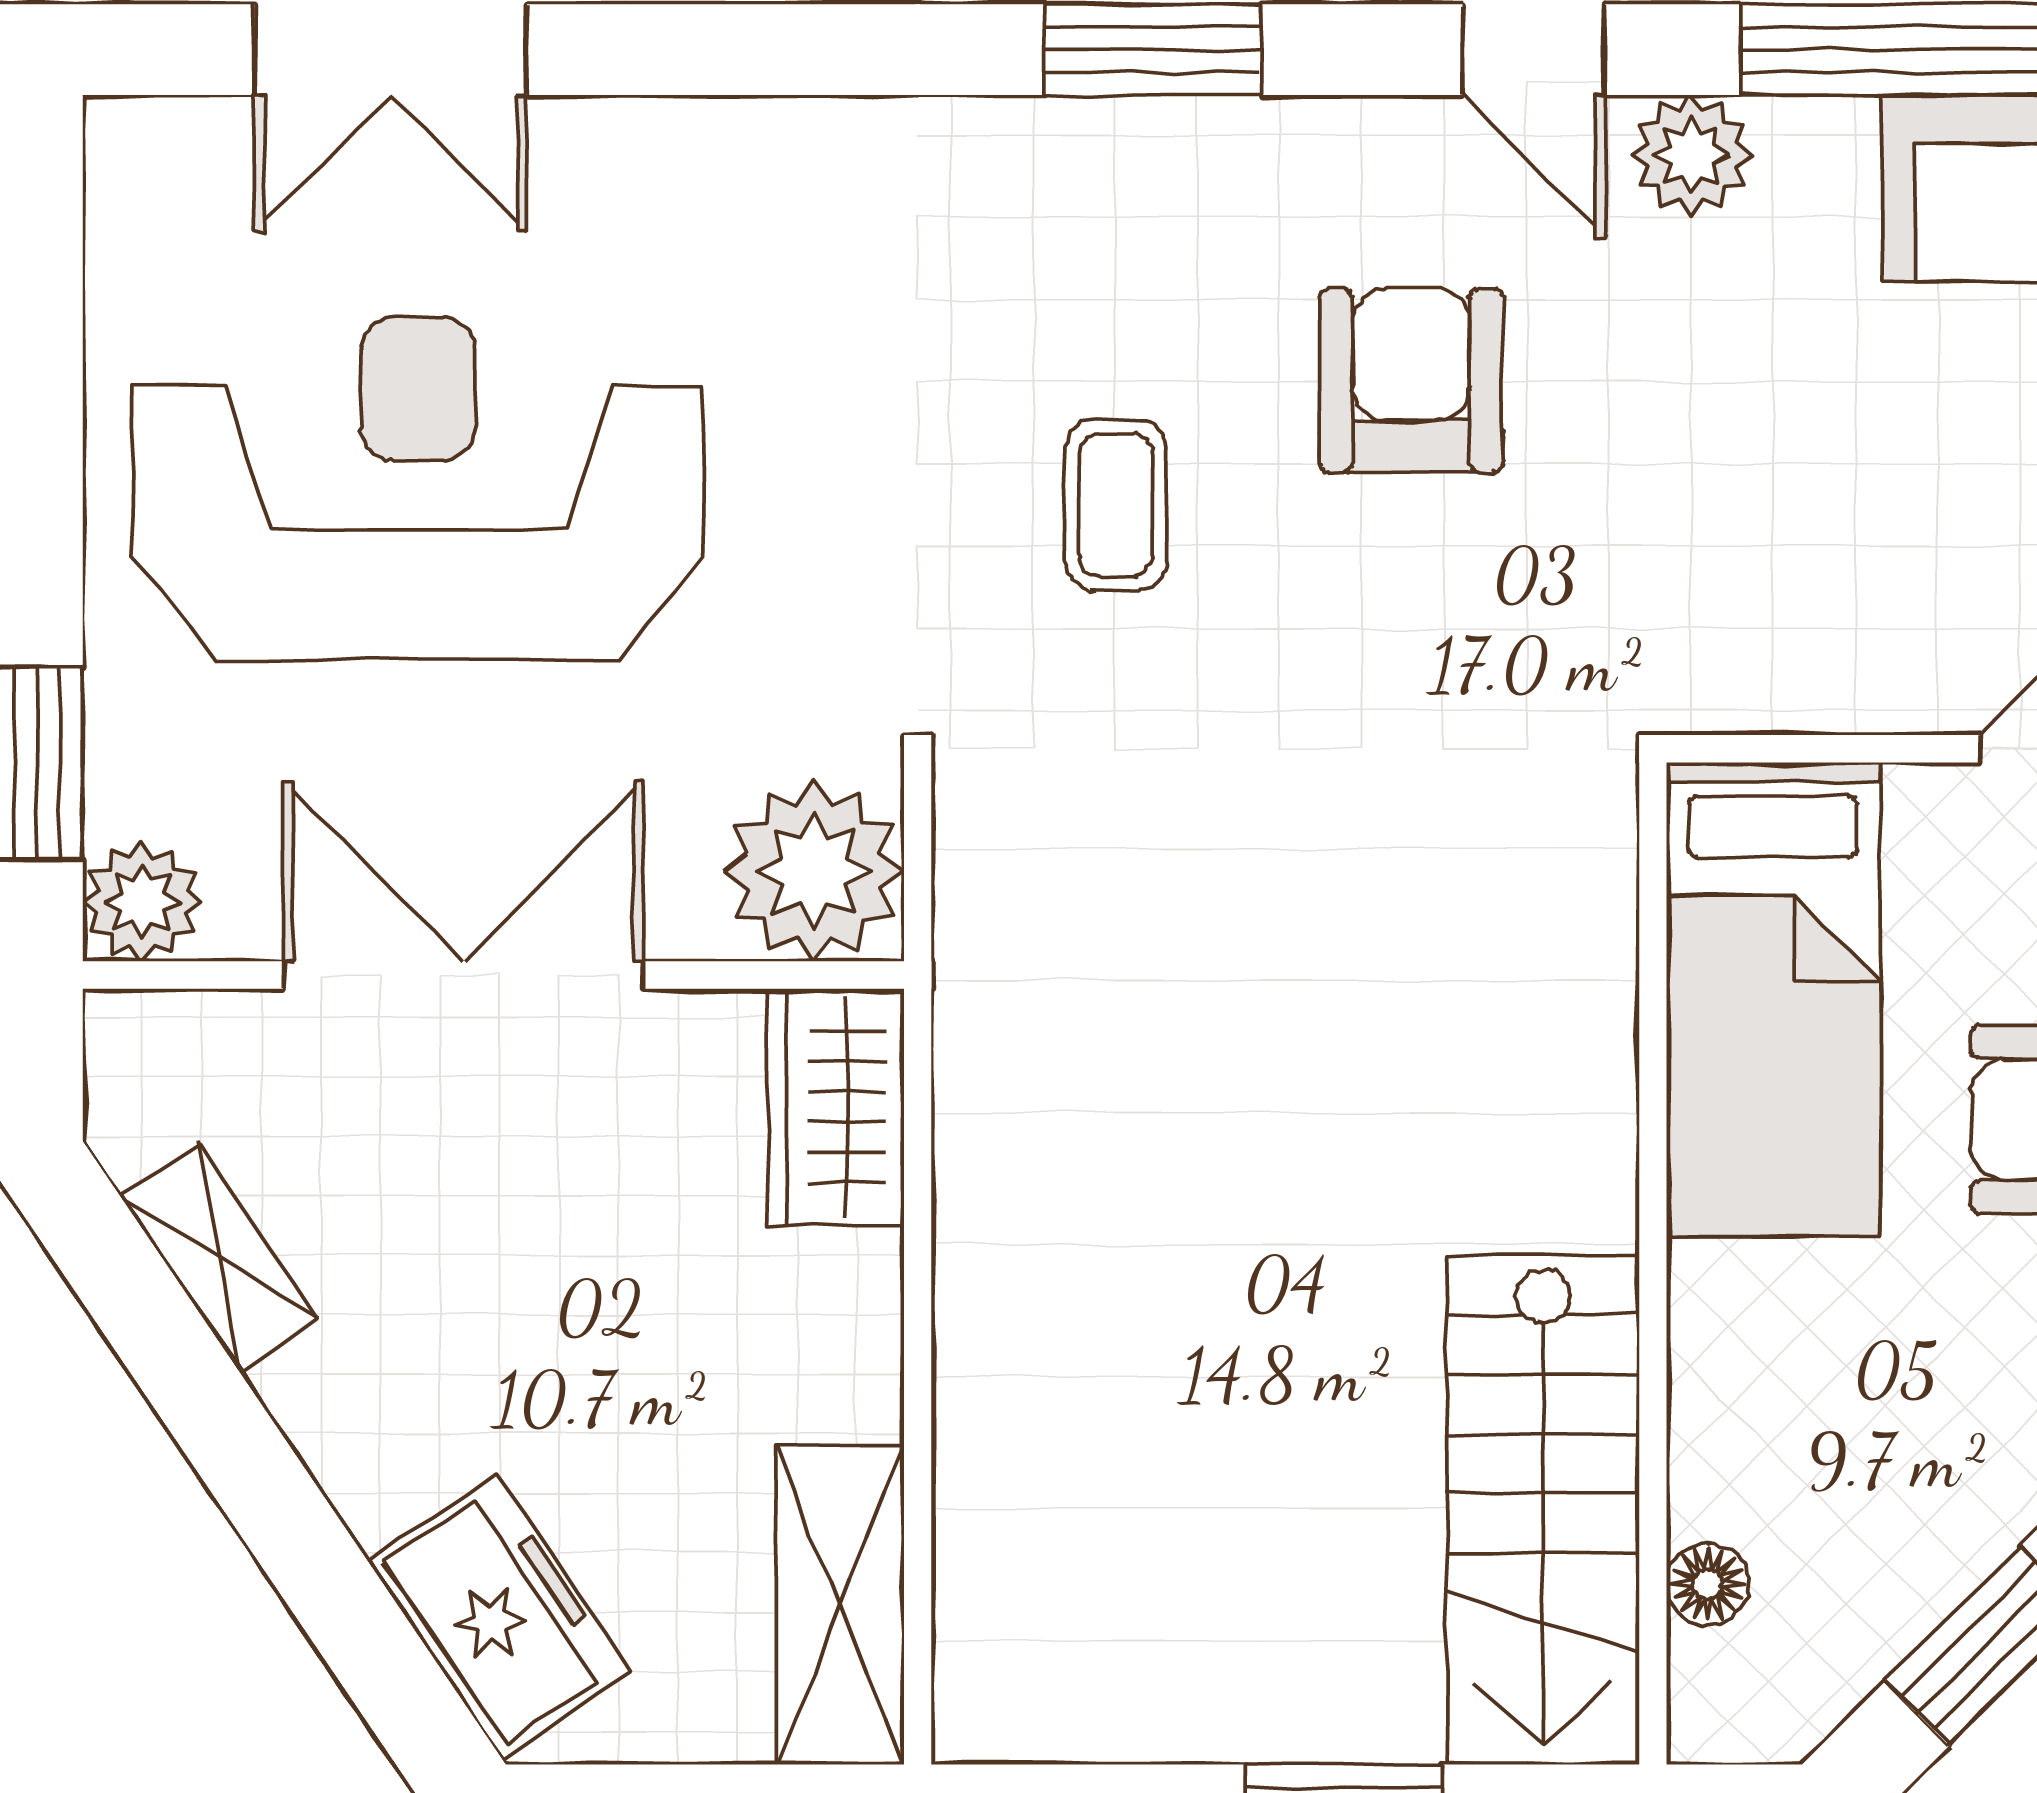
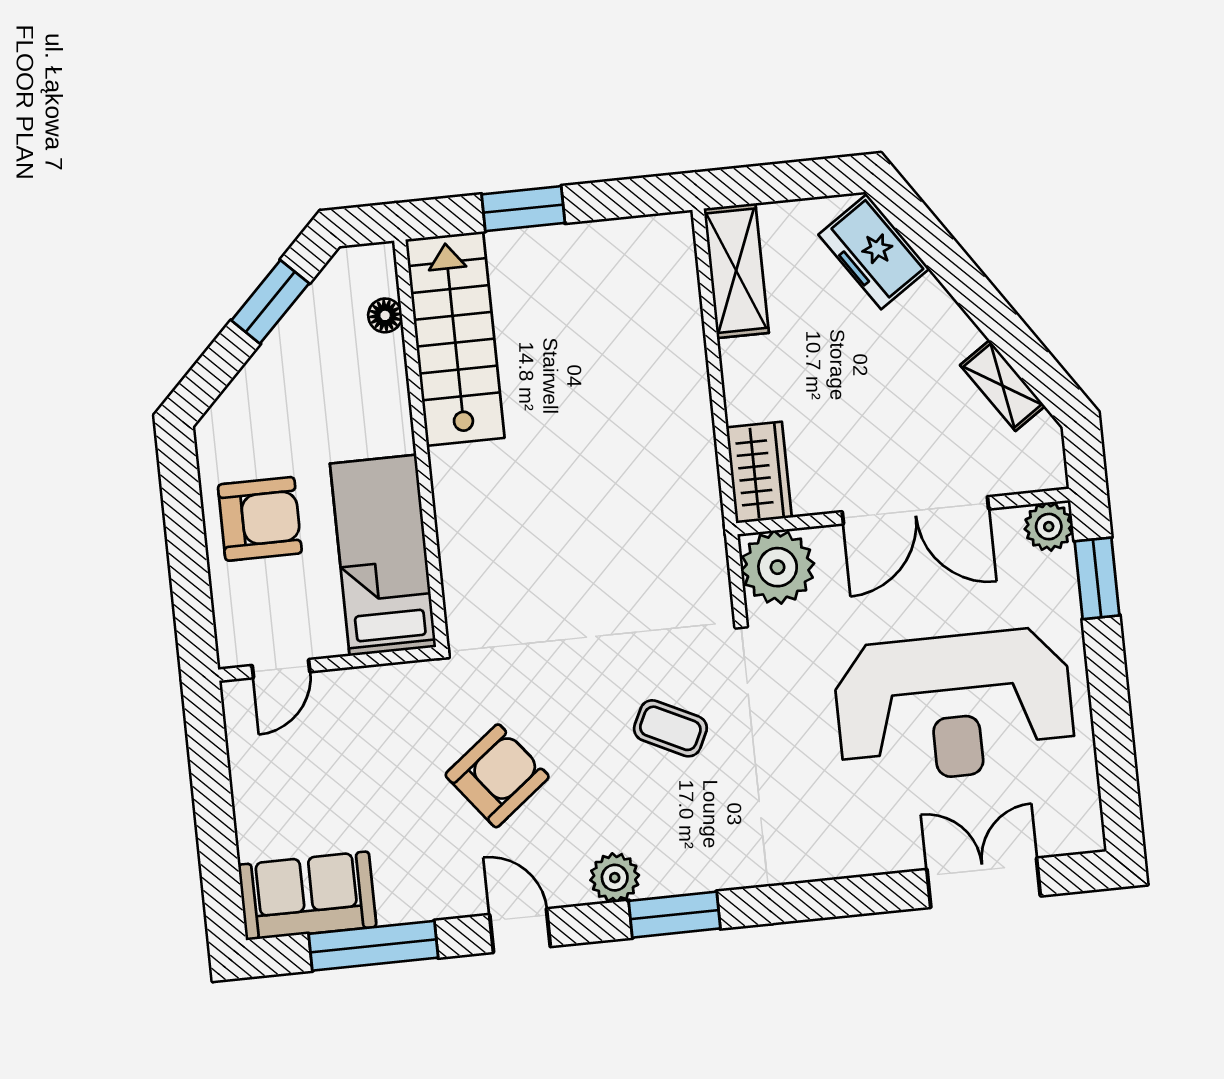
plant: (1692, 155) -> (615, 878), moved
armchair: (1411, 380) -> (497, 776), moved, turned -128
coffee table: (1116, 505) -> (670, 728), turned -64

